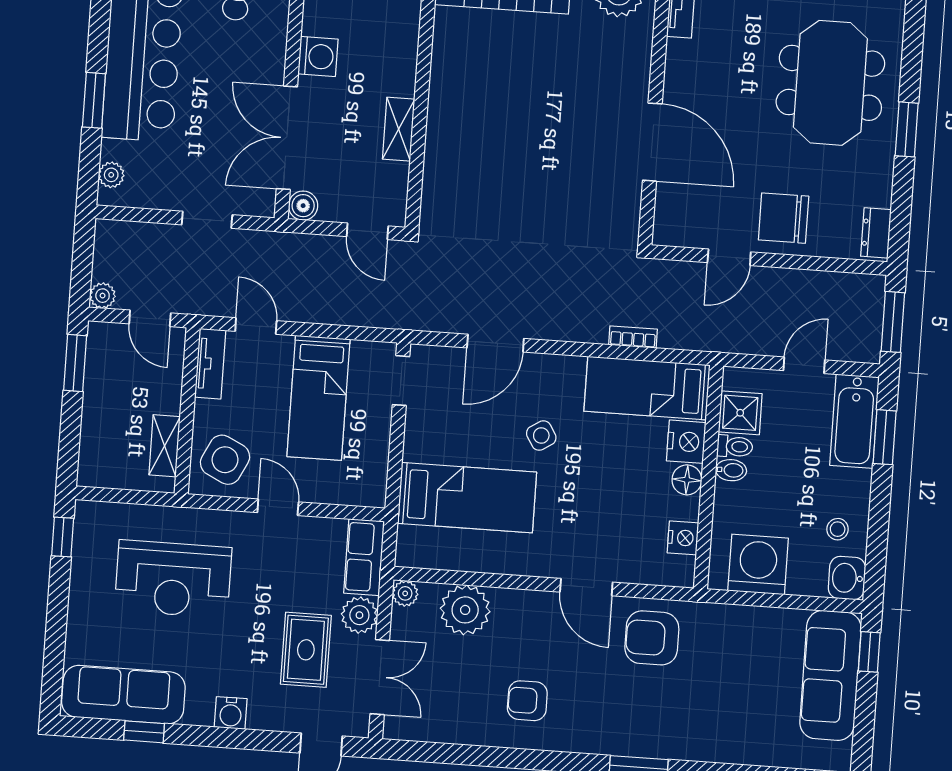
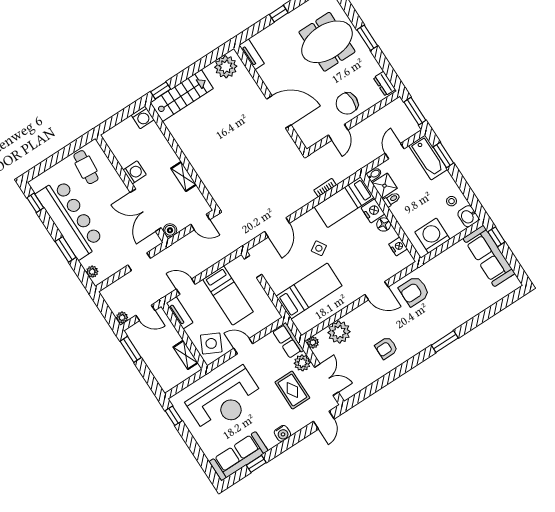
meeting table: (830, 83) -> (327, 42), turned 90
bidet: (731, 470) -> (374, 174), moved
reception desk: (173, 579) -> (225, 401), width x1.36, depth x1.30

